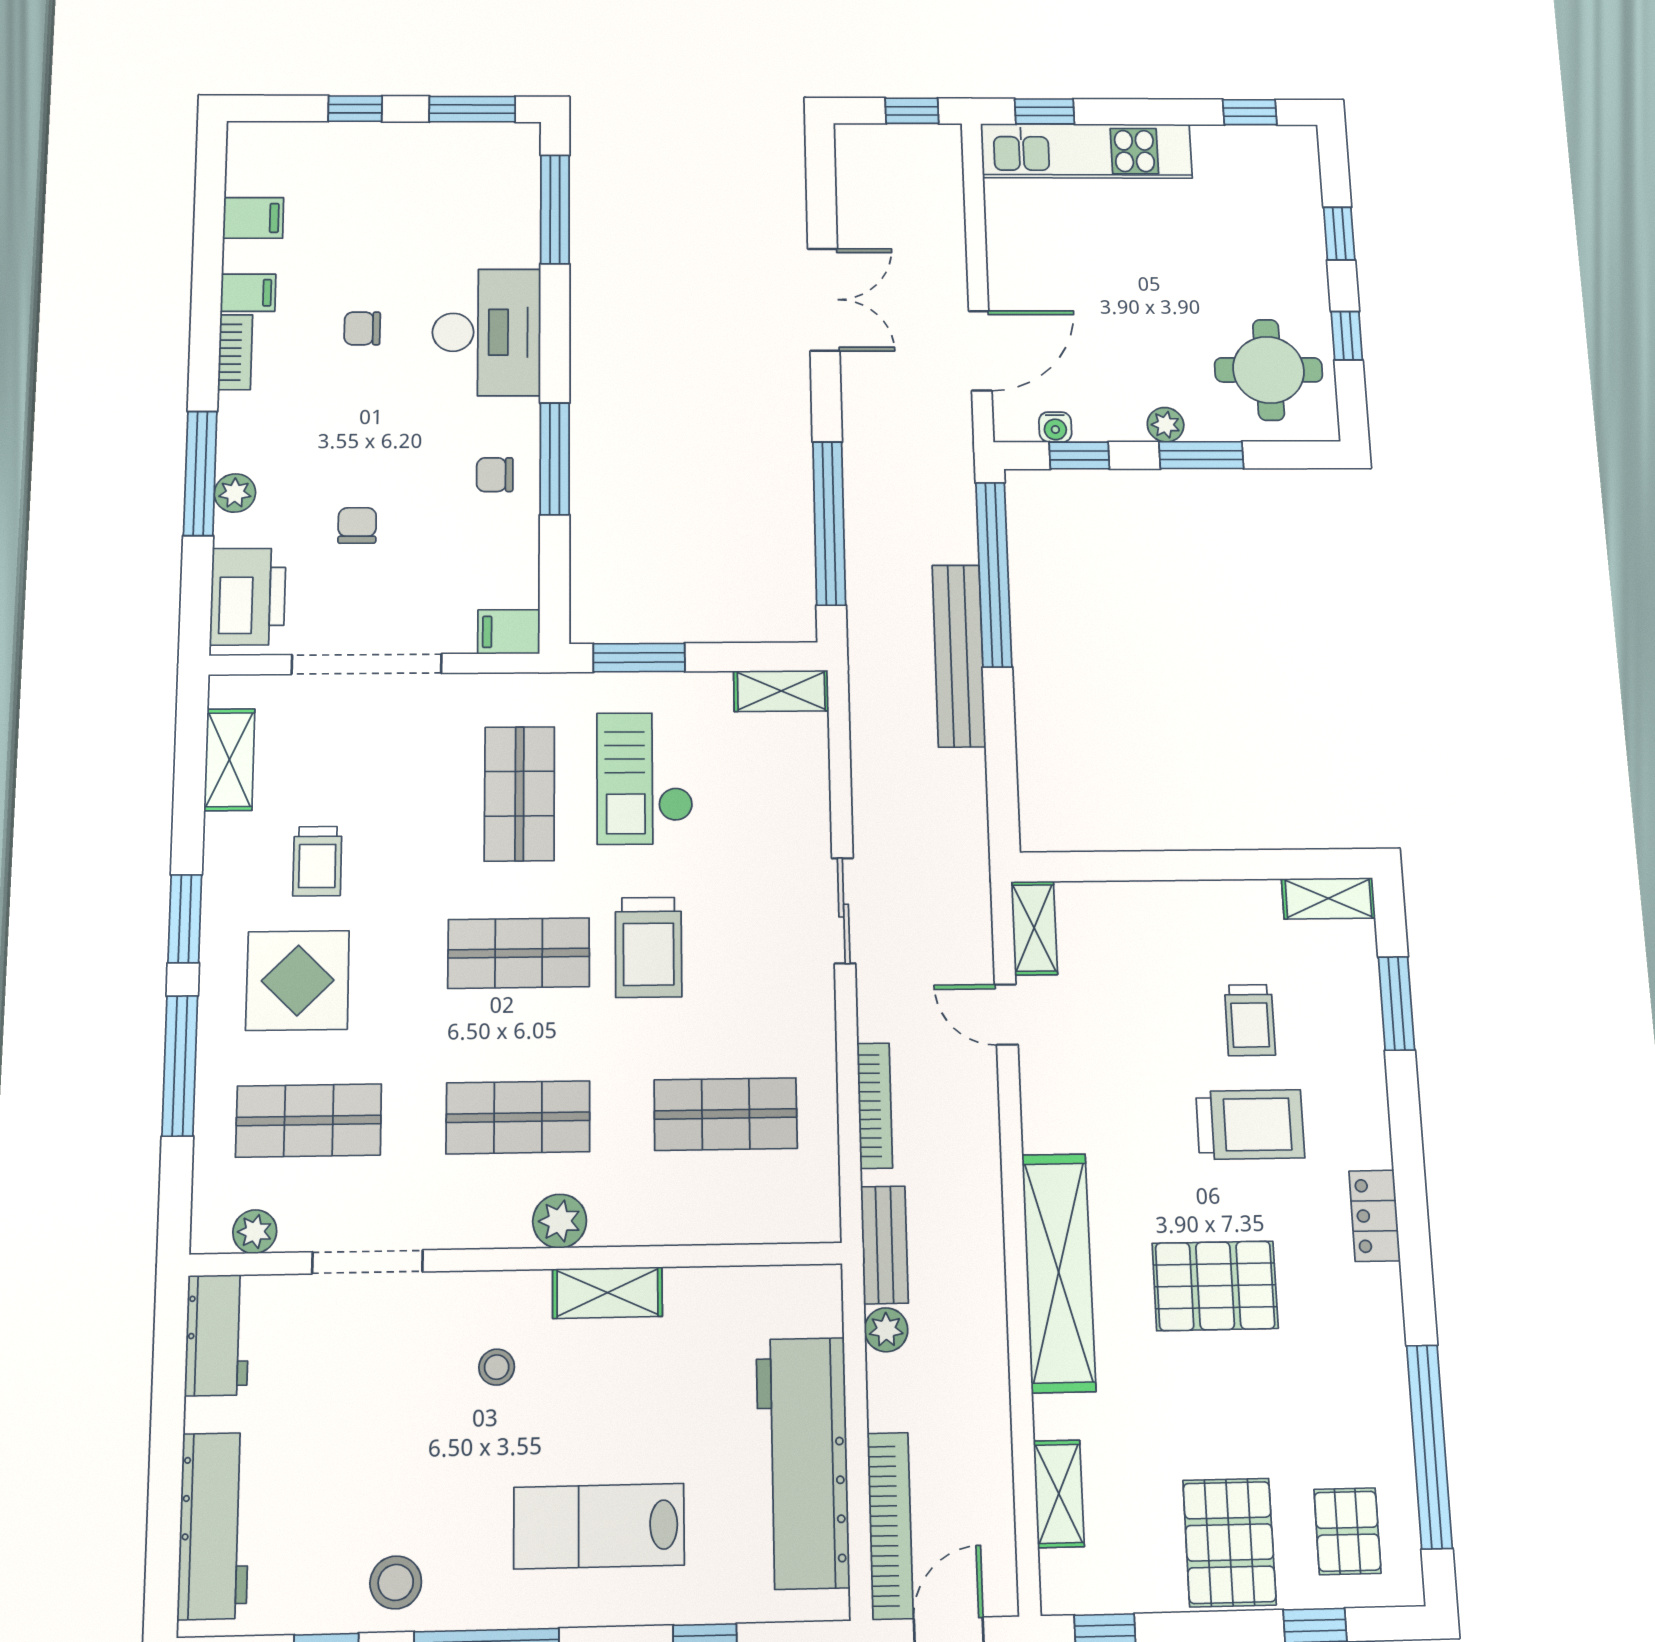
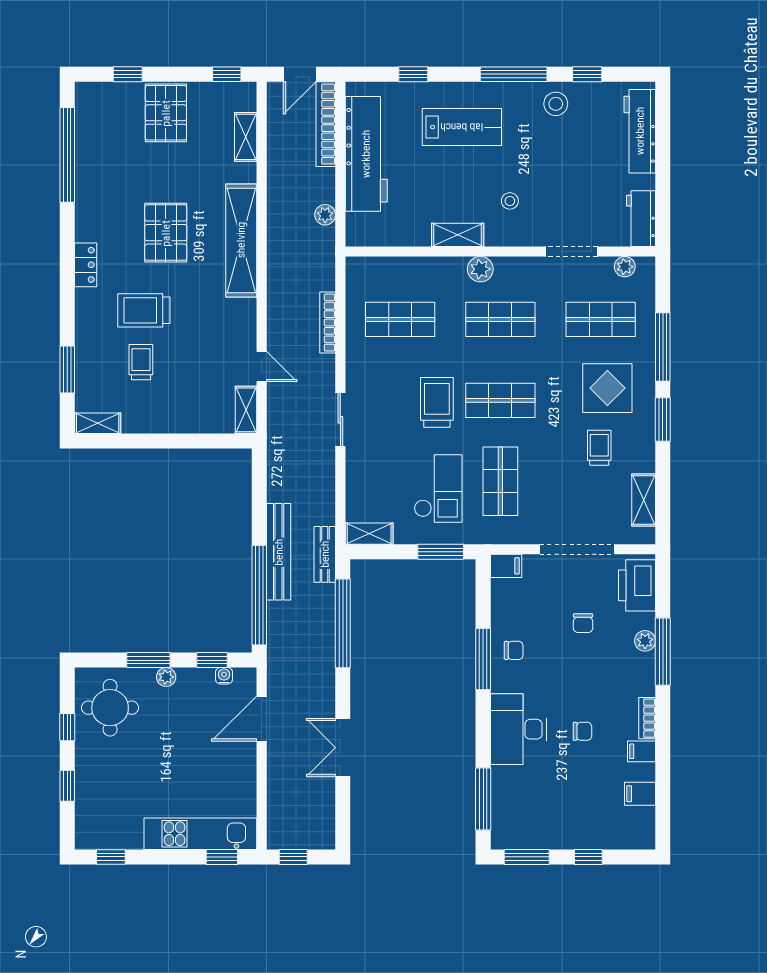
bench: (884, 1245) -> (325, 554), moved
pallet: (1215, 1286) -> (166, 233), turned 90
pallet: (1347, 1531) -> (109, 117), removed

